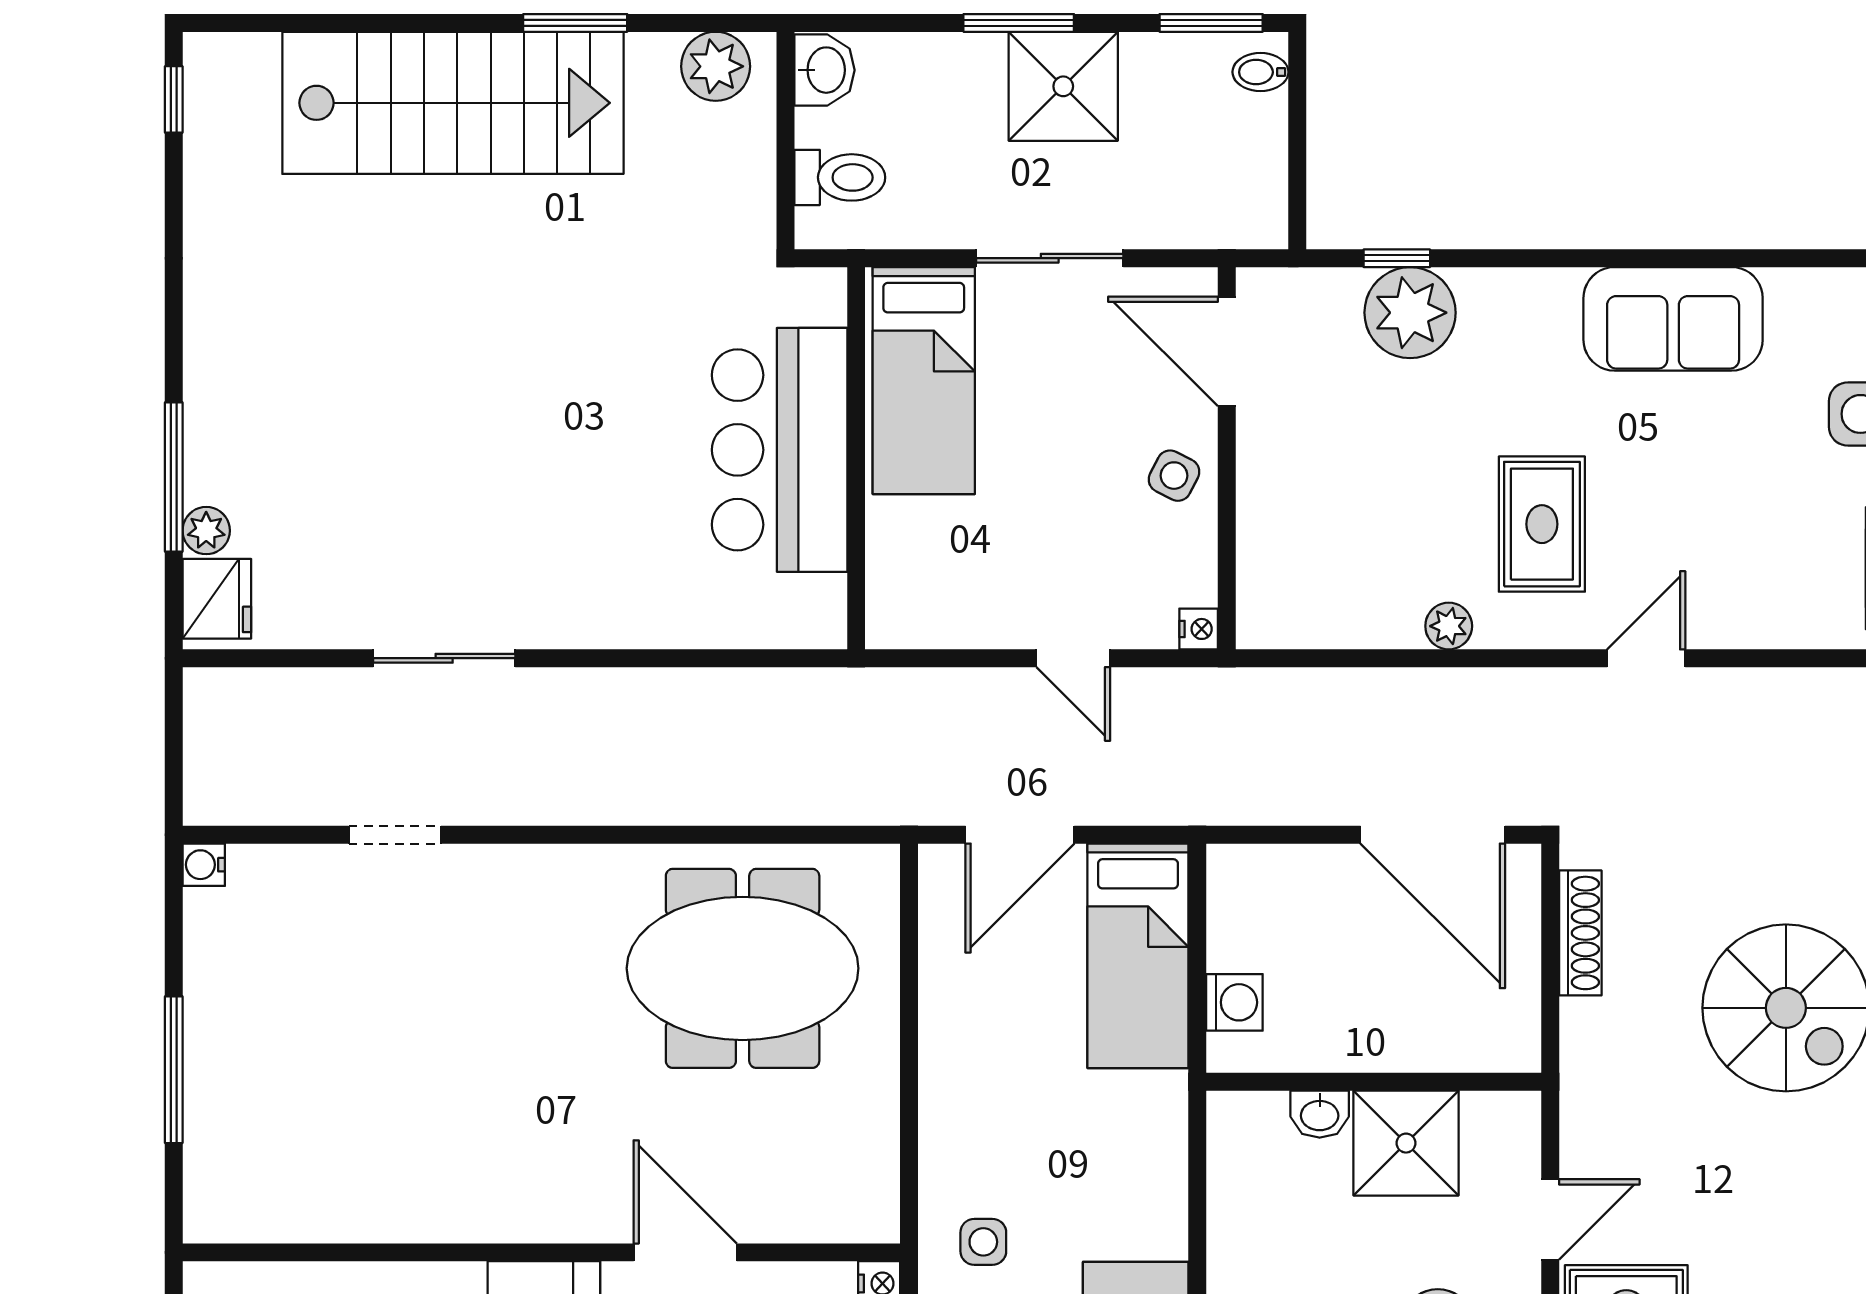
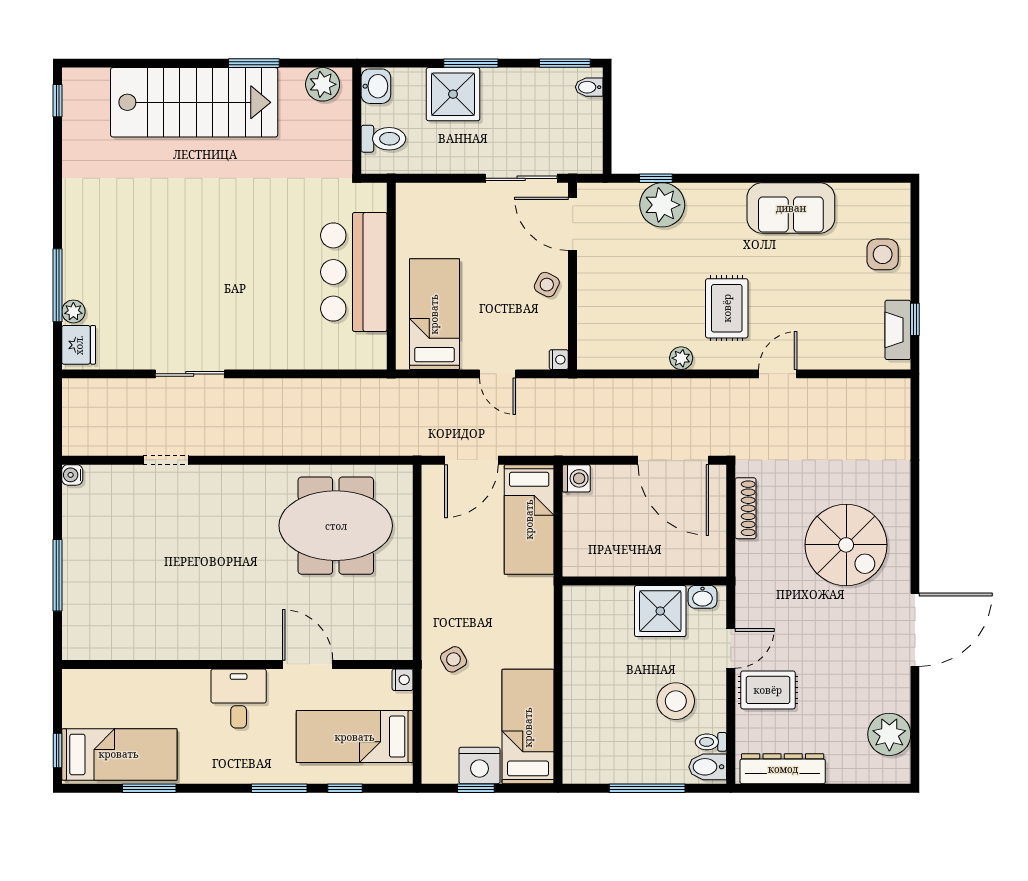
shower: (1063, 86) -> (453, 94), moved
sliding door: (1050, 258) -> (521, 178), moved
bed: (924, 381) -> (434, 314), moved, turned 180
washing machine: (1234, 1002) -> (576, 478), moved
washbasin: (1320, 1114) -> (703, 597), moved
side table: (983, 1242) -> (453, 659), turned -30

